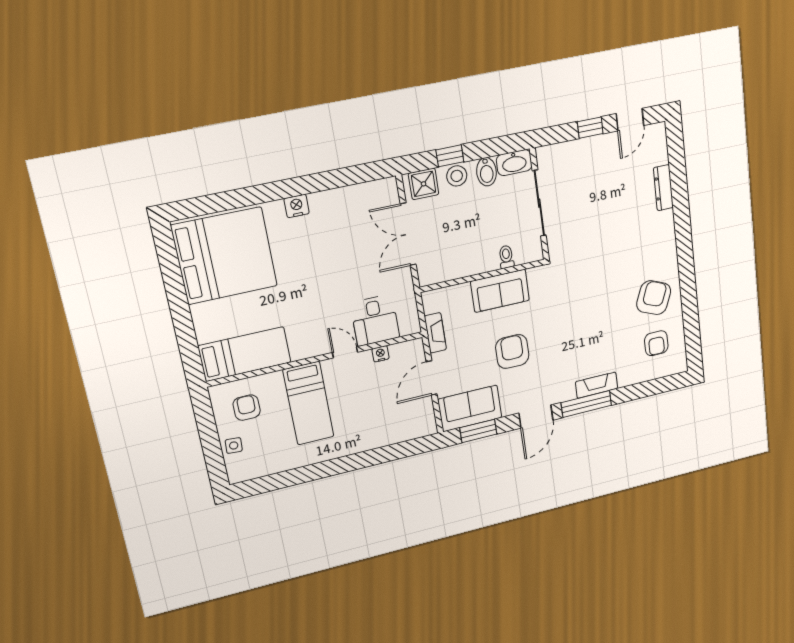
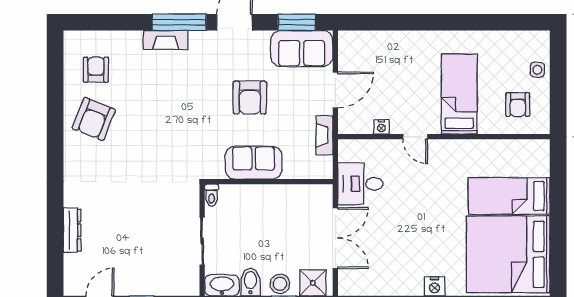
sliding door: (539, 203) -> (202, 241), width x0.73
toilet: (506, 257) -> (212, 195), moved
desk: (375, 320) -> (360, 184), moved, turned -90
bed: (245, 354) -> (509, 196), moved

